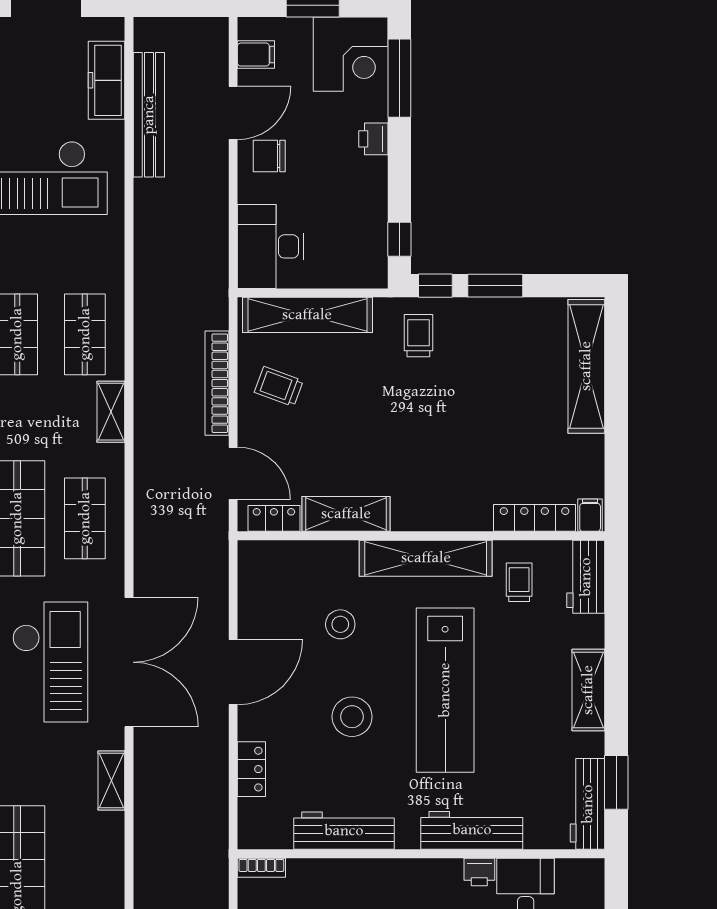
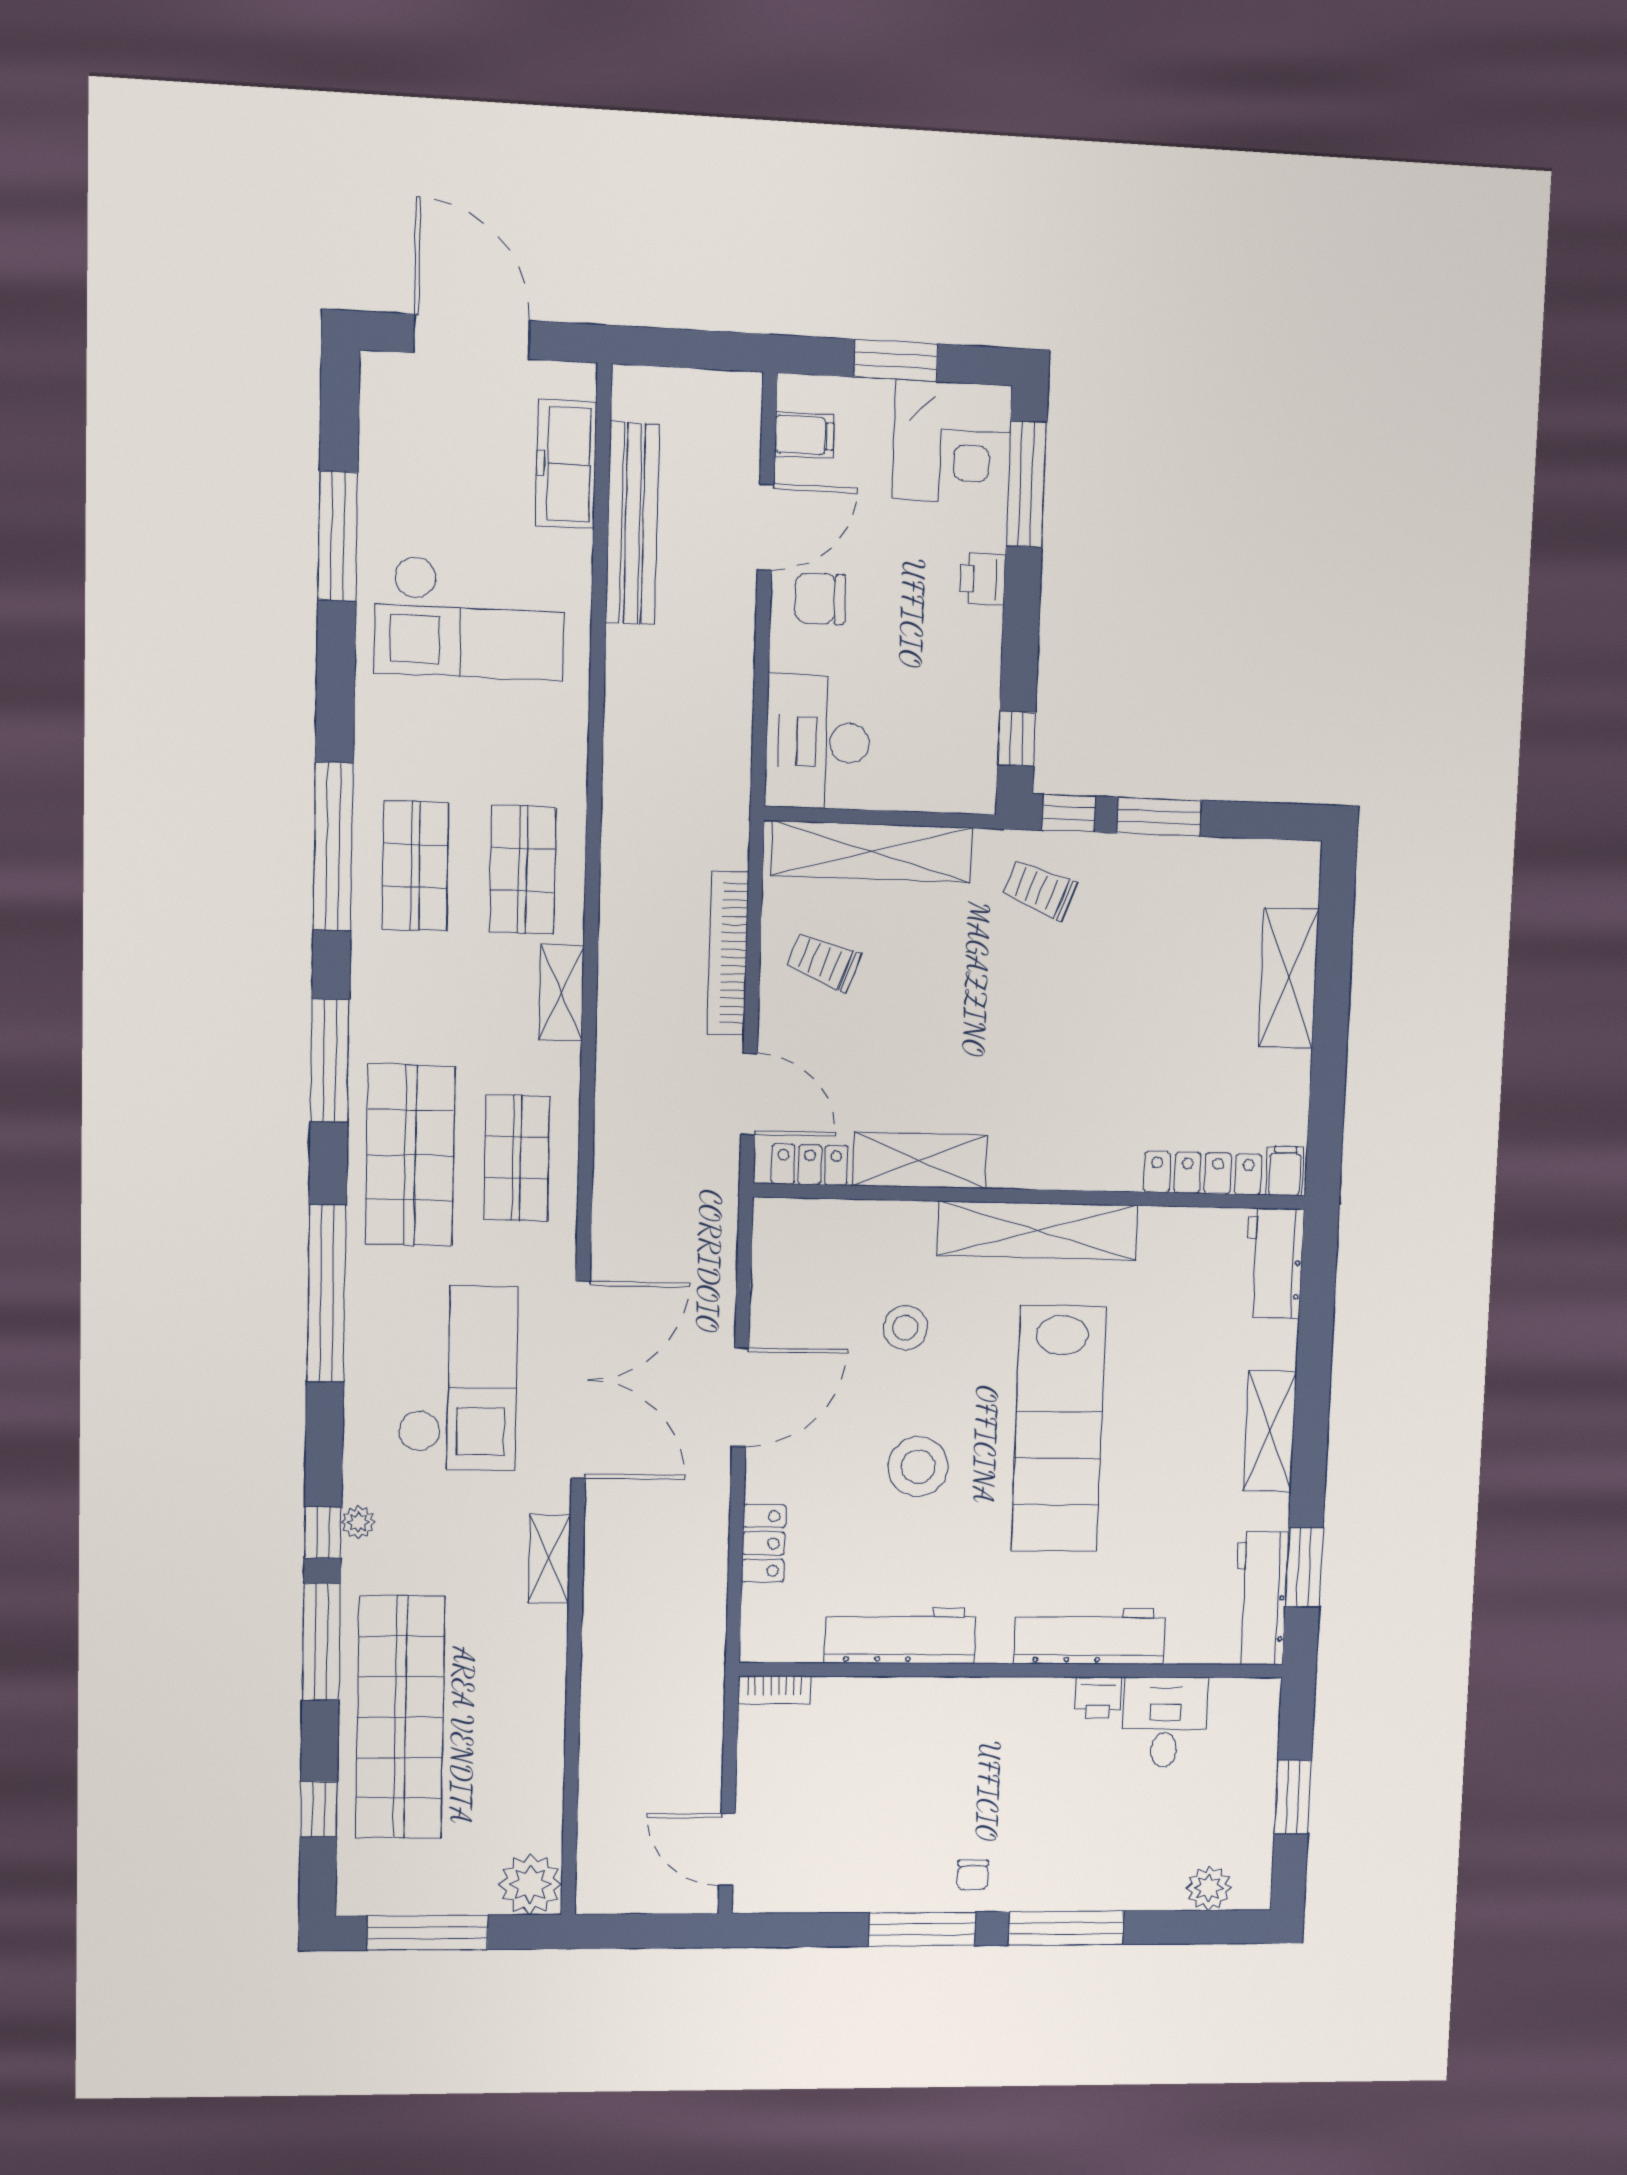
trolley: (418, 336) -> (1040, 890), turned -69
shelving: (586, 366) -> (1289, 978), width x0.68
trolley: (519, 582) -> (1175, 1269), removed

